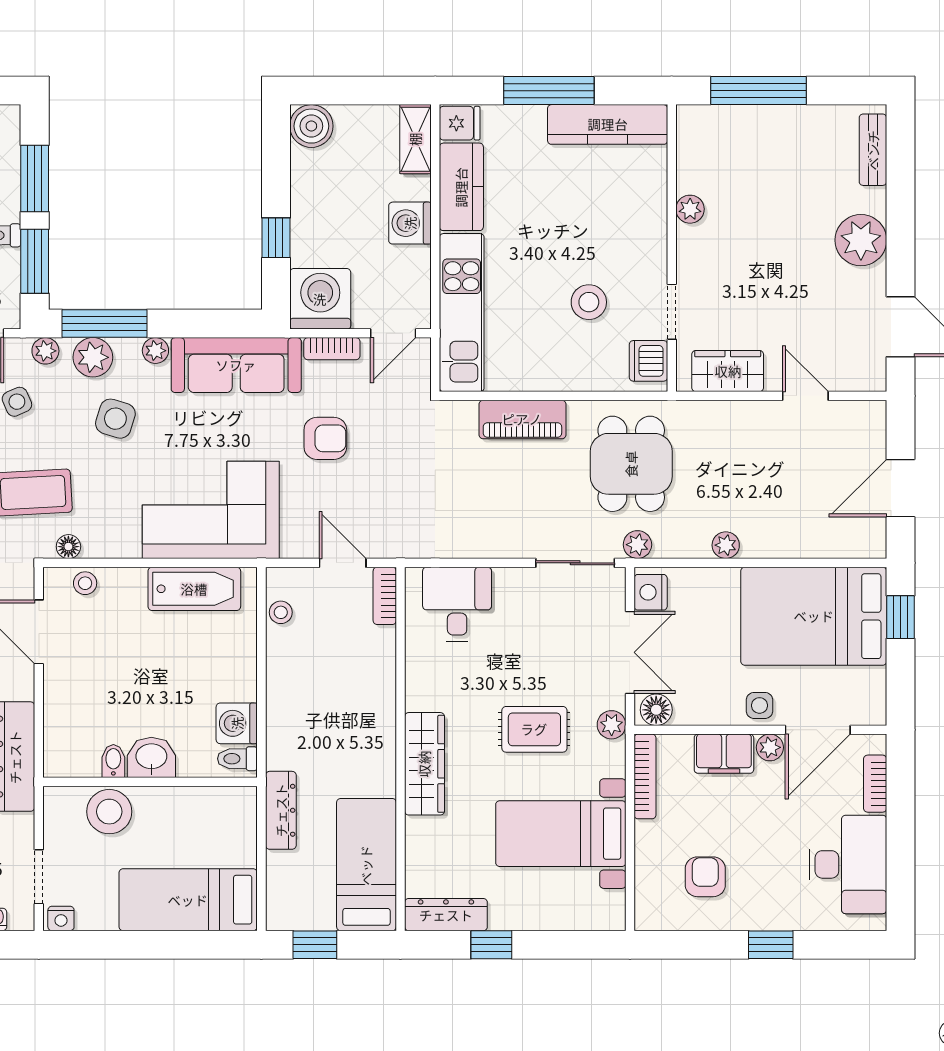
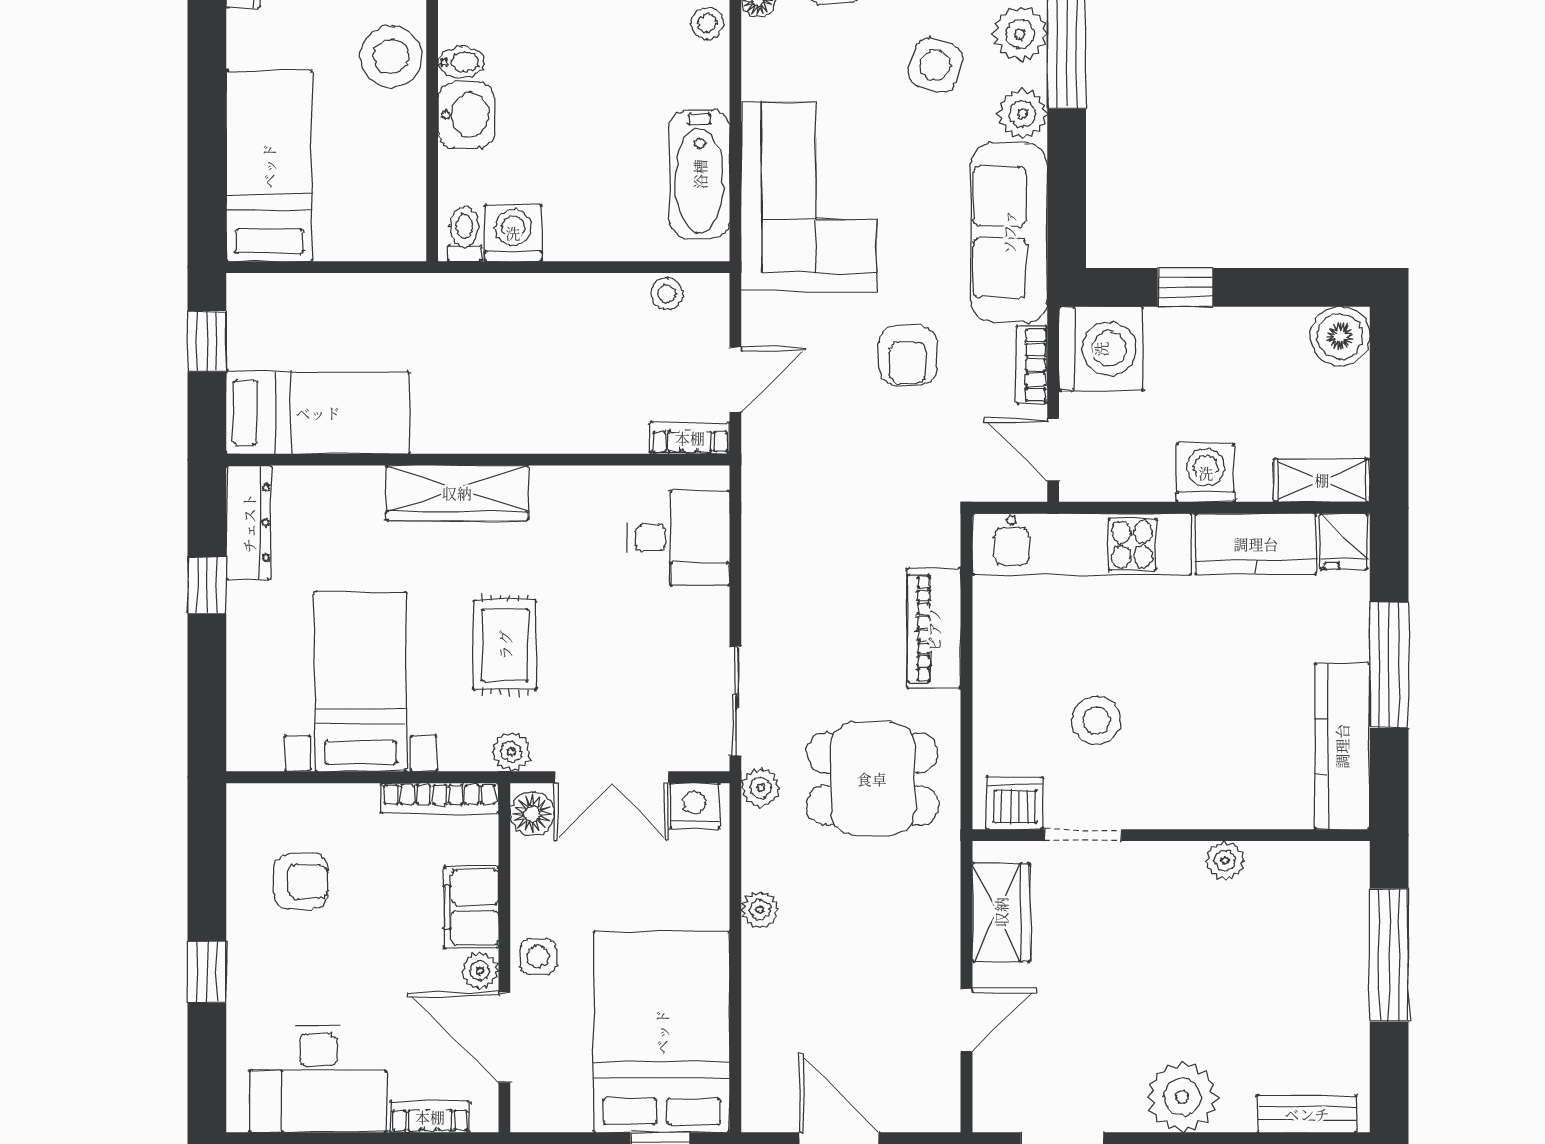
plant: (155, 351) -> (1023, 114), width x1.38, depth x1.38
dresser: (281, 810) -> (393, 294), removed

